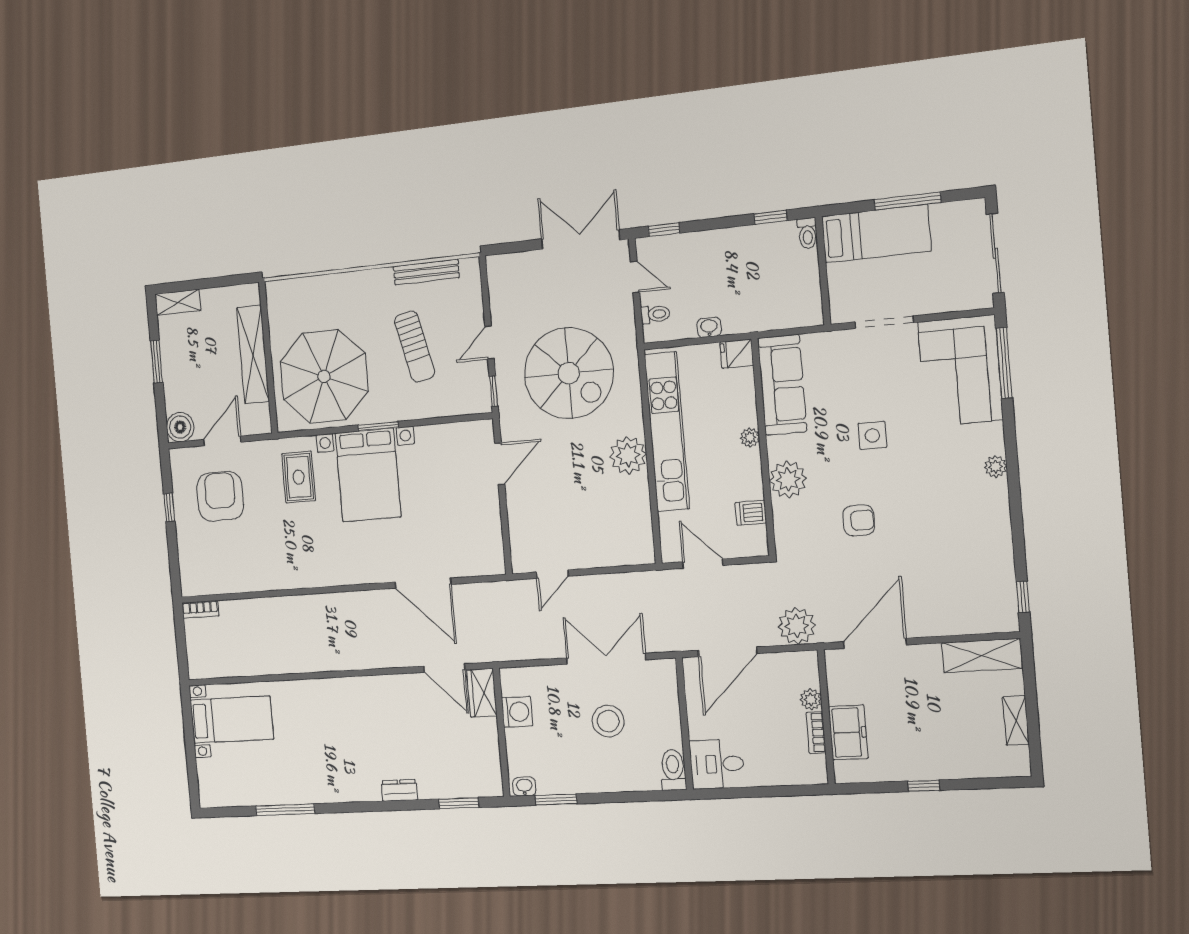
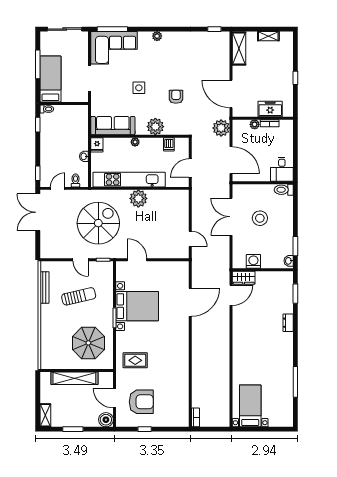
parasol: (324, 376) -> (88, 343), width x0.73, depth x0.73
bed with nightstands: (368, 475) -> (137, 306), moved
armchair: (220, 496) -> (141, 402), turned 180

